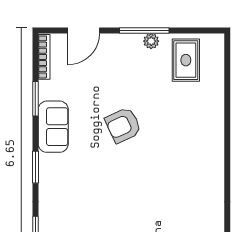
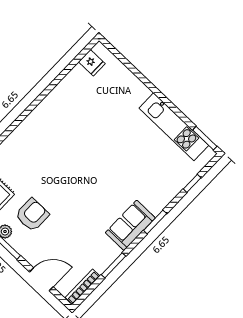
armchair: (123, 125) -> (32, 215), moved, turned -65
sofa: (53, 127) -> (130, 225), moved

